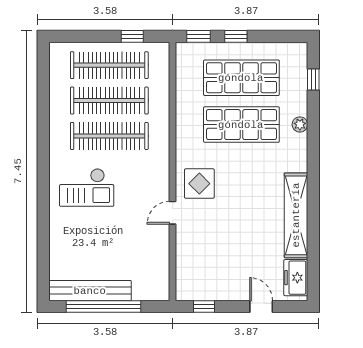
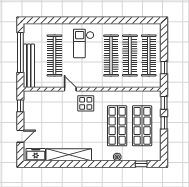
clothes rail: (109, 242) -> (54, 55), added
bench: (90, 291) -> (29, 66), moved

